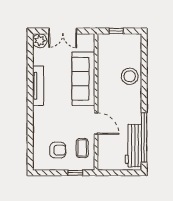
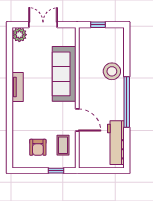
double door: (63, 31) -> (43, 25), swing flipped
tv unit: (38, 86) -> (18, 87), width x0.71
window: (144, 137) -> (127, 102), moved
armchair: (58, 150) -> (38, 147), turned 90

